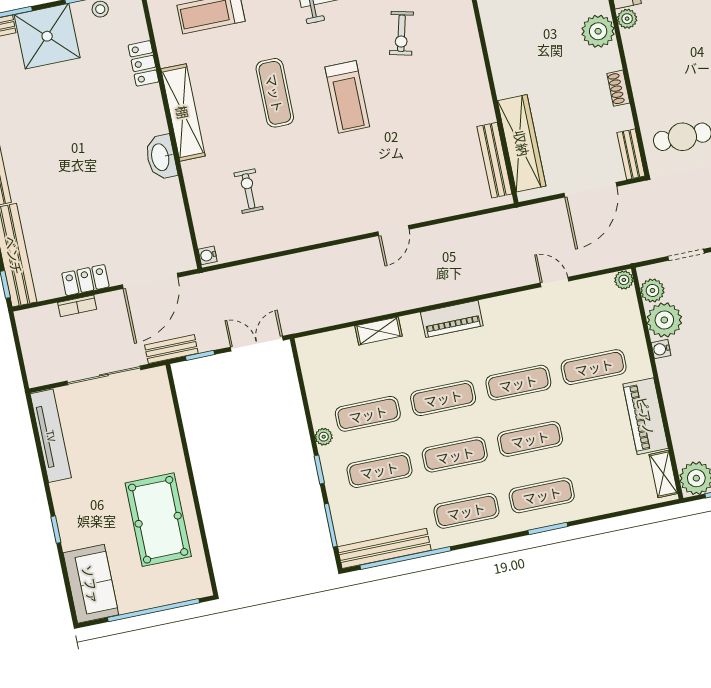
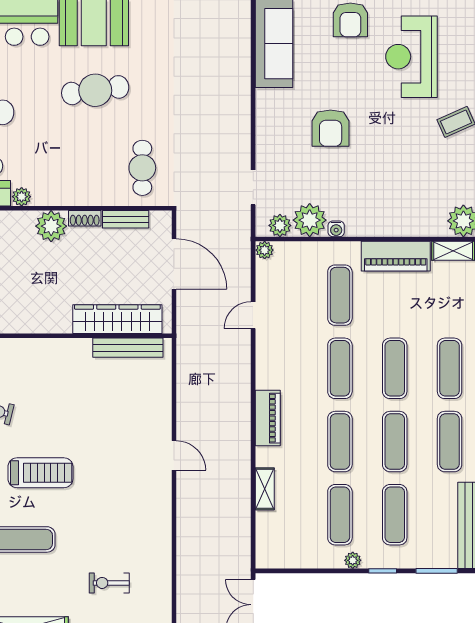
plant: (598, 31) -> (51, 226), moved
bench: (631, 154) -> (126, 219), moved

